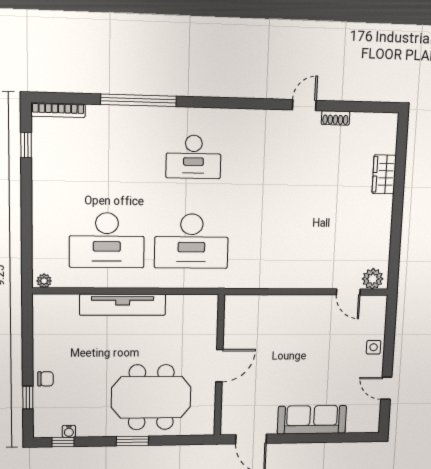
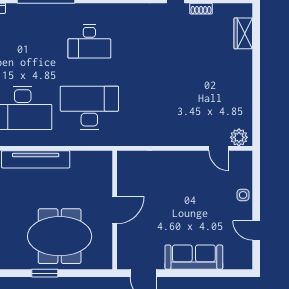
wardrobe: (384, 174) -> (243, 33), moved
desk: (191, 241) -> (89, 108), turned 180

